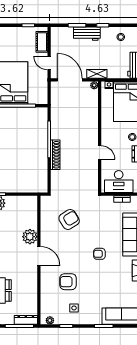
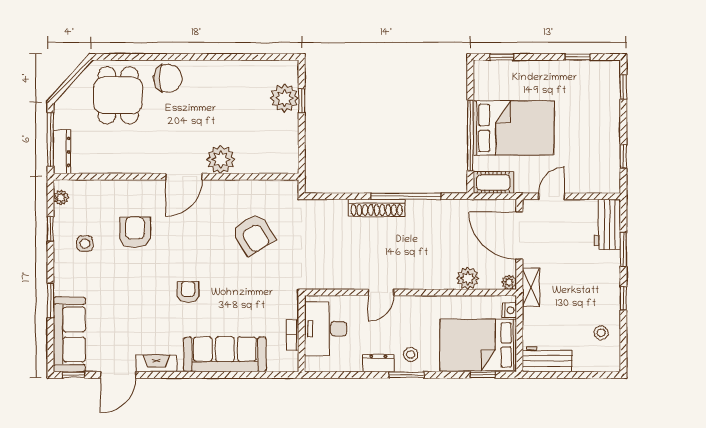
workbench: (87, 34) -> (607, 224), moved
cot: (42, 42) -> (493, 182), moved
door: (70, 80) -> (519, 236), swing flipped
plant: (92, 107) -> (468, 278), added

